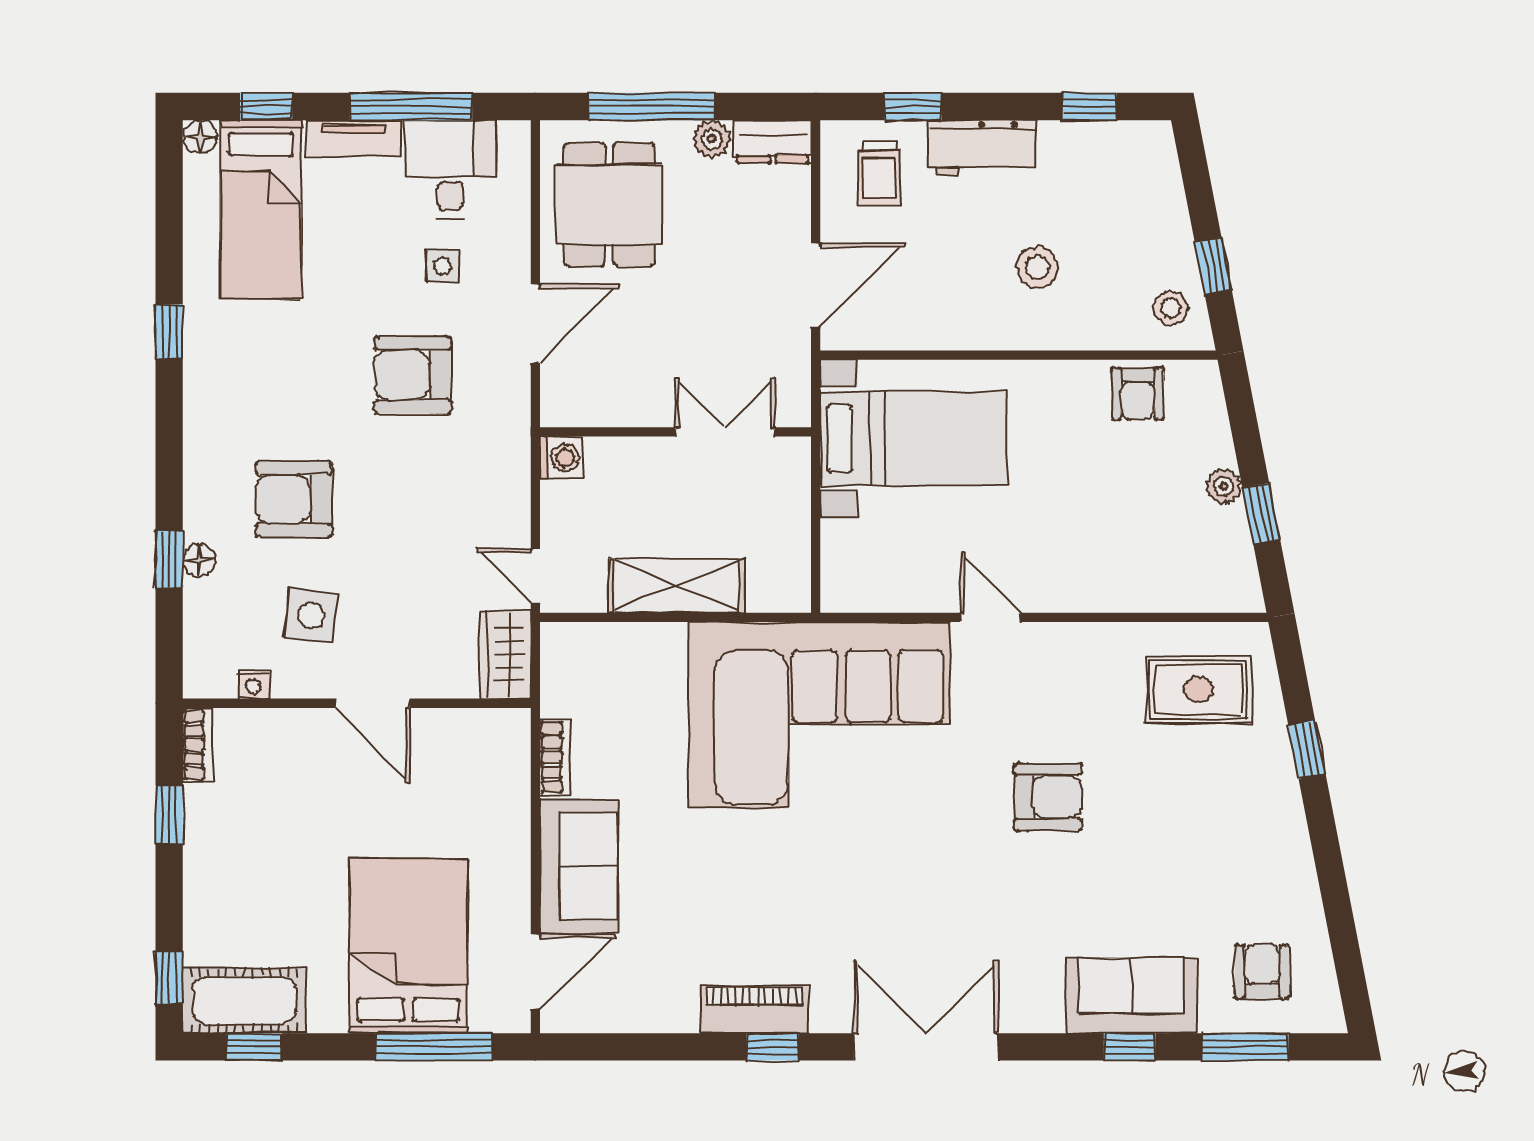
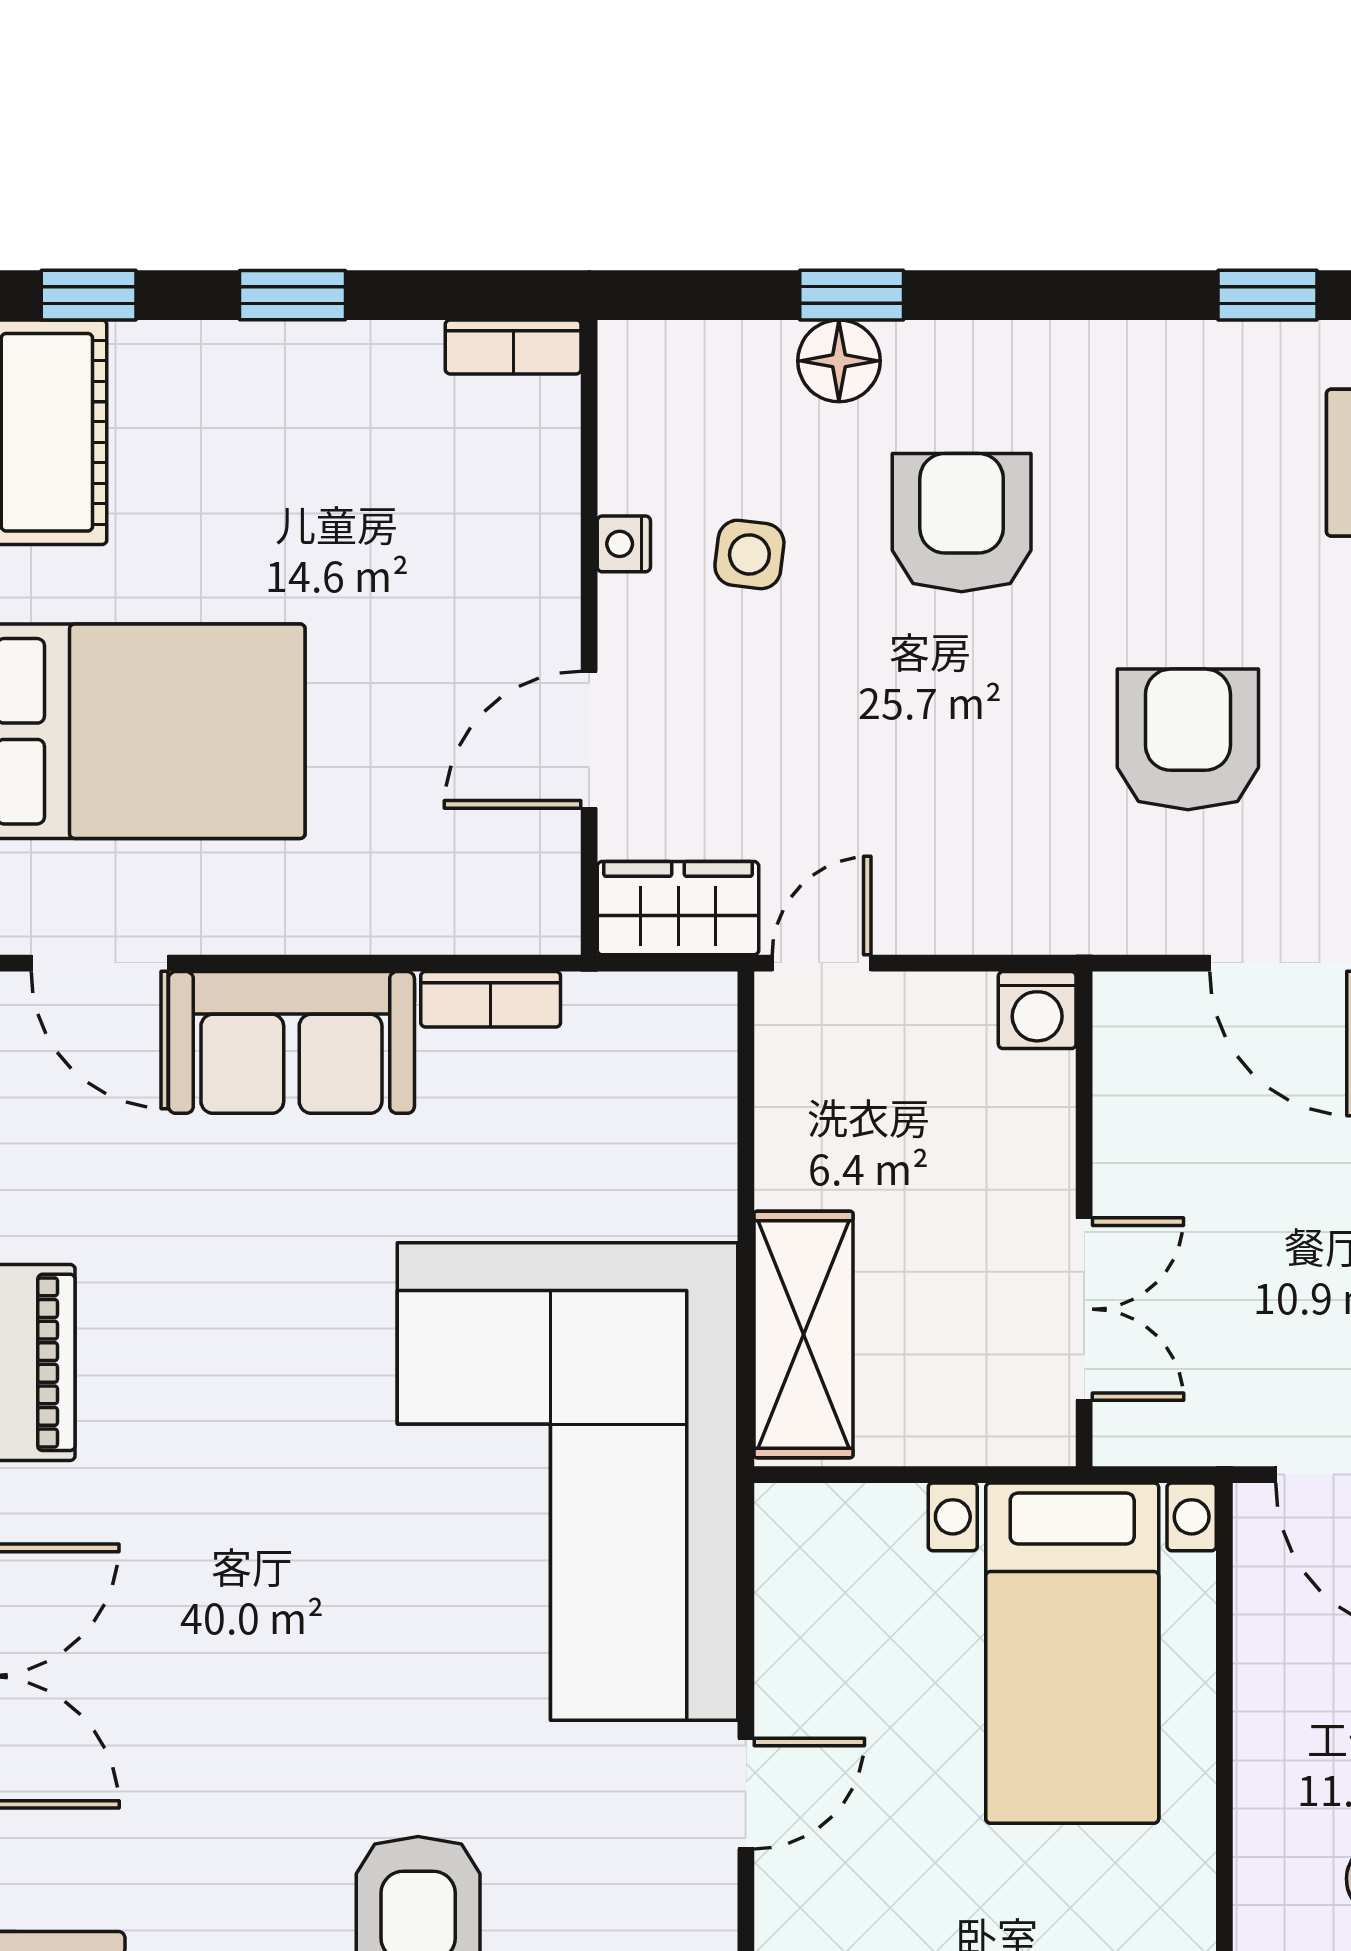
floor lamp: (199, 560) -> (839, 361), width x1.37, depth x1.37
shelving: (677, 586) -> (804, 1334), moved
side table: (311, 615) -> (749, 554), width x0.73, depth x0.73
nightstand: (254, 684) -> (624, 544), moved
door: (372, 703) -> (589, 740), moved
window: (169, 815) -> (292, 295), moved

